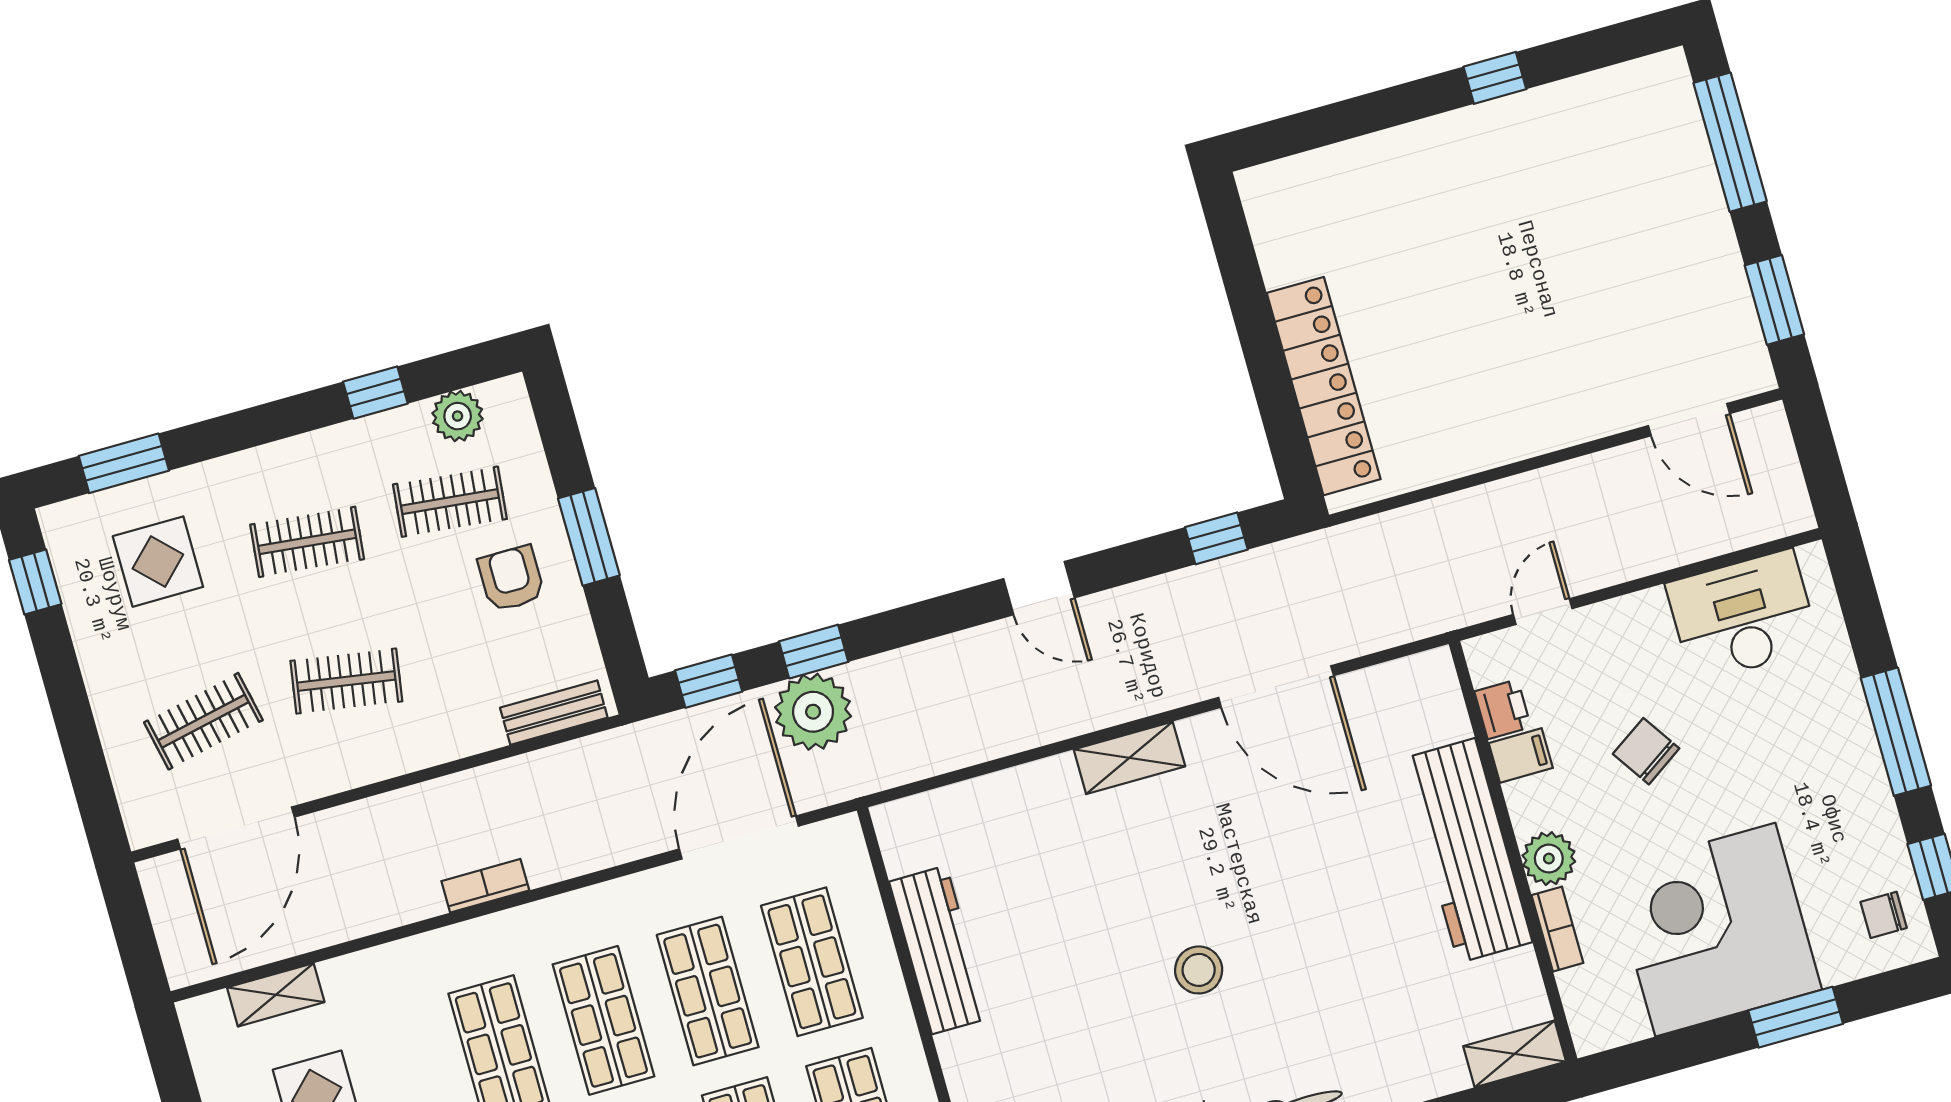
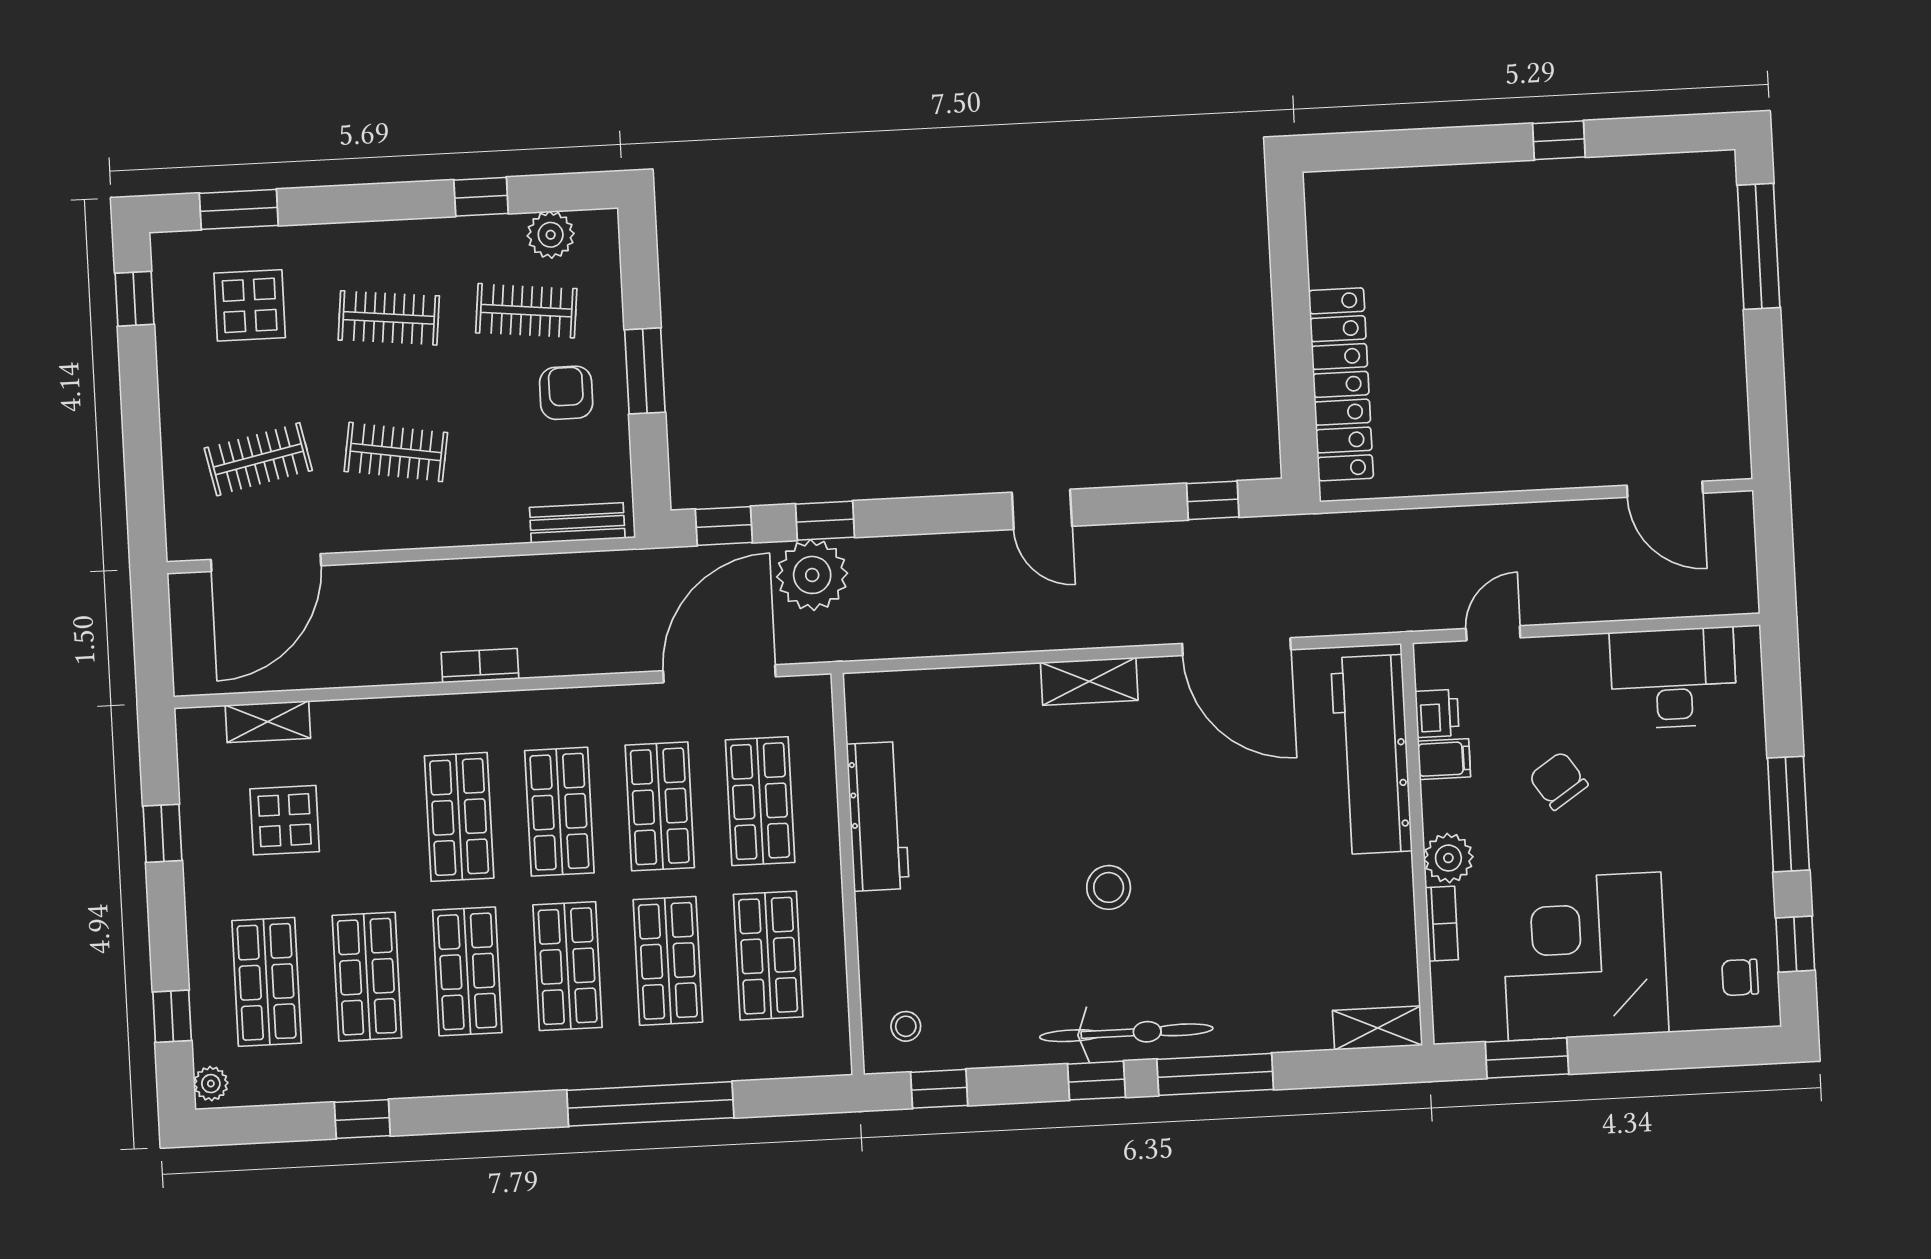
window: (1774, 300) -> (1767, 398), removed
workbench: (1467, 851) -> (1371, 754), moved
window: (1796, 1017) -> (1527, 1058), moved

